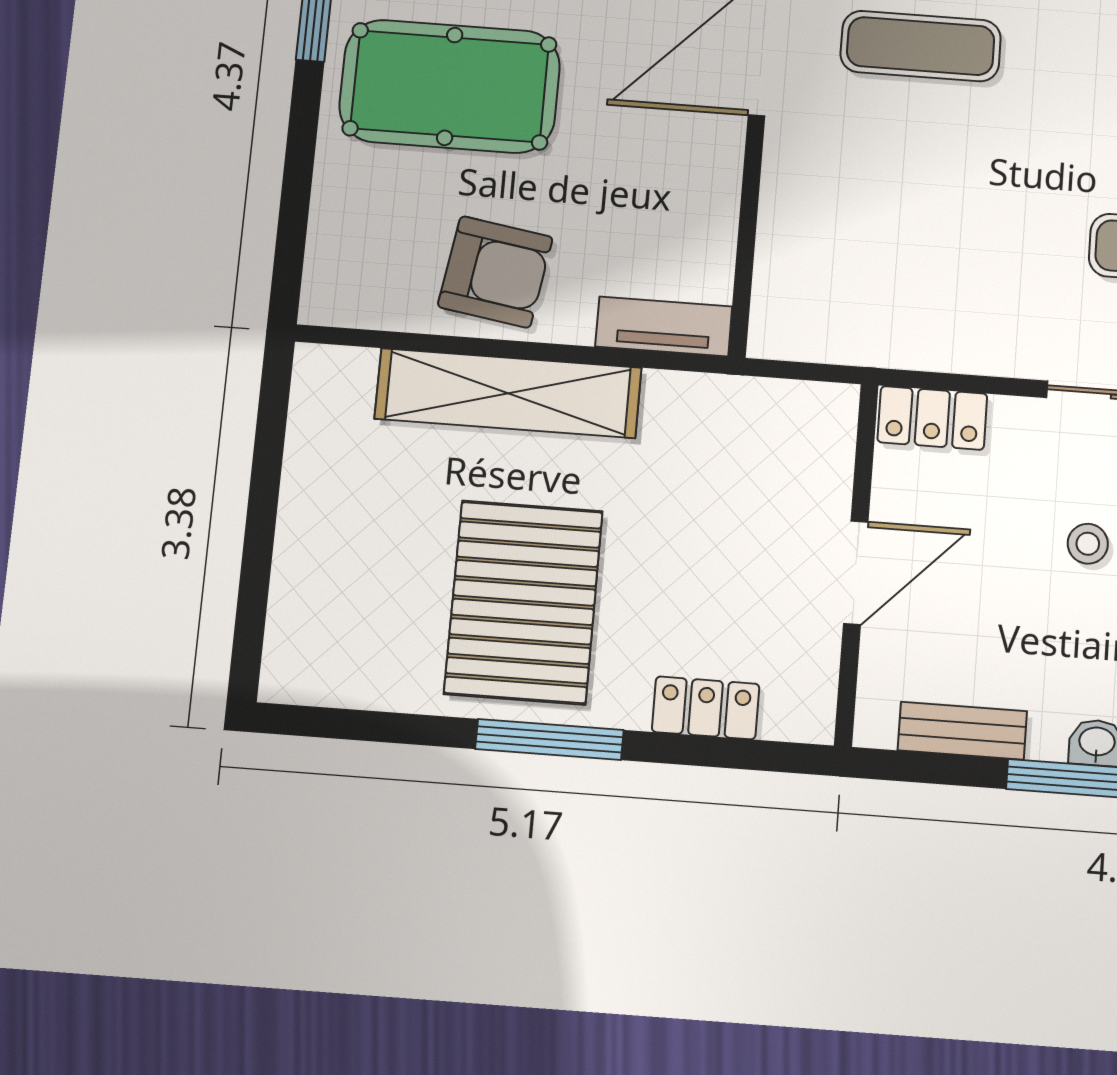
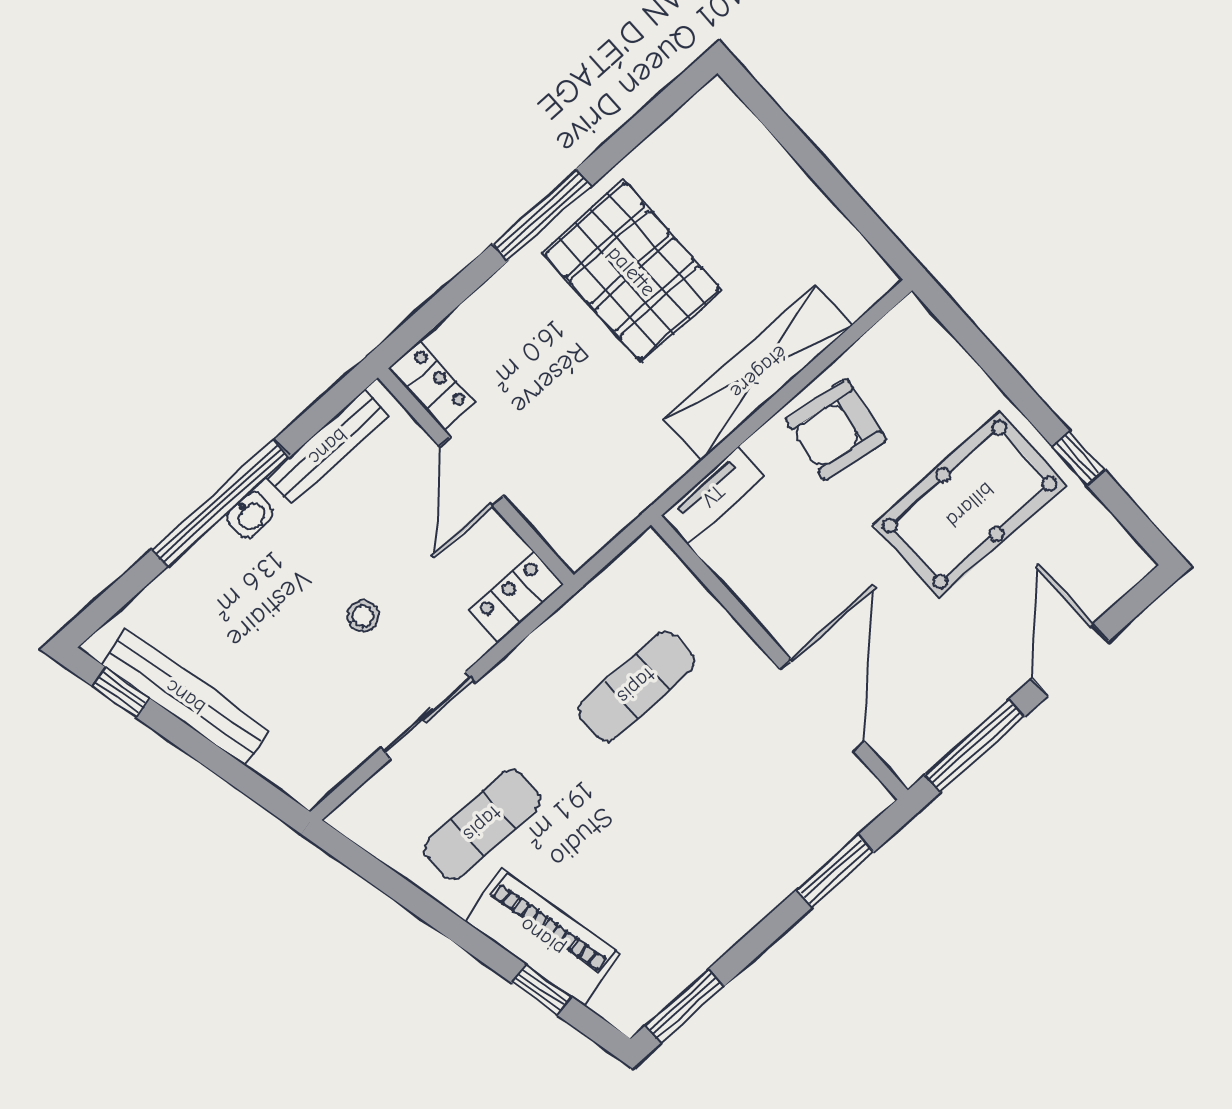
exercise mat: (921, 46) -> (636, 686), moved
locker: (706, 708) -> (432, 385), moved, turned -90
bench: (962, 731) -> (328, 447), width x1.36

